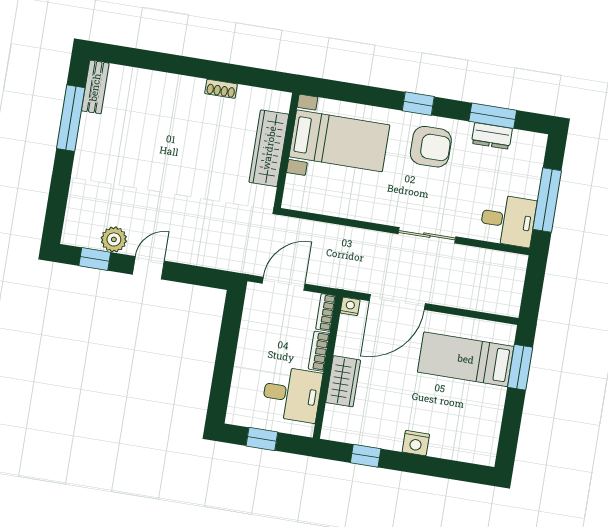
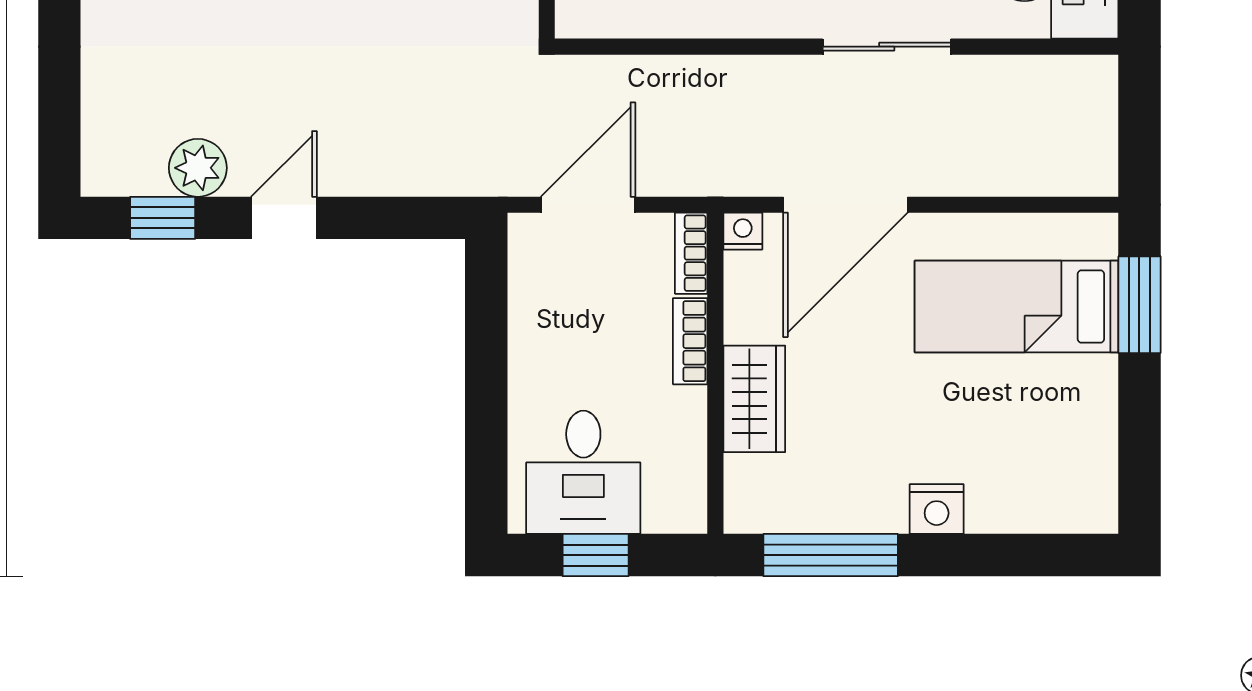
desk: (292, 394) -> (583, 472), moved, turned 90
window: (366, 456) -> (831, 555), width x2.17

